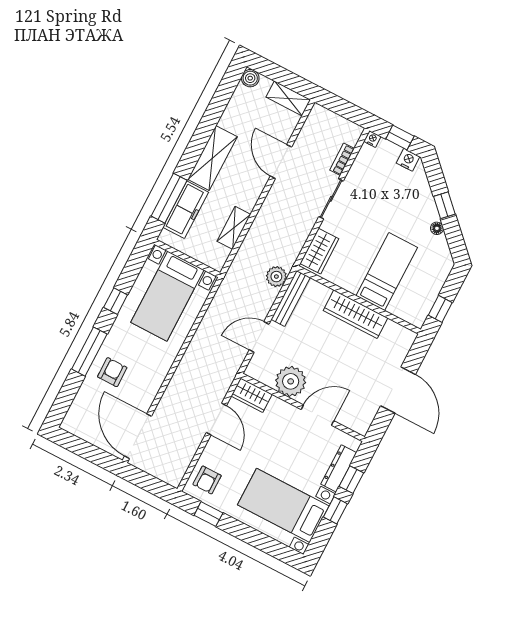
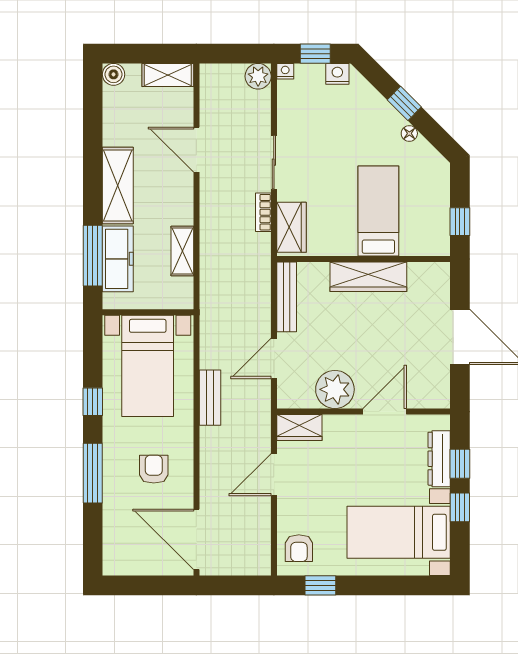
bookcase: (342, 159) -> (263, 212), moved
plant: (276, 277) -> (258, 76), moved
bench: (200, 341) -> (210, 398), added
armchair: (112, 372) -> (154, 469), moved
door: (216, 419) -> (274, 475), swing flipped

